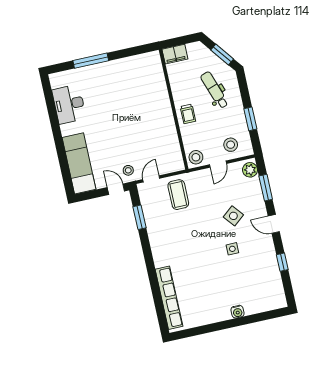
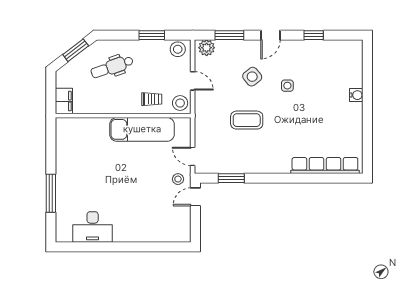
trolley: (188, 114) -> (152, 99), moved
stool: (231, 145) -> (178, 49), moved
exam couch: (79, 163) -> (142, 129), moved, turned 180
coffee table: (178, 195) -> (247, 120), moved

